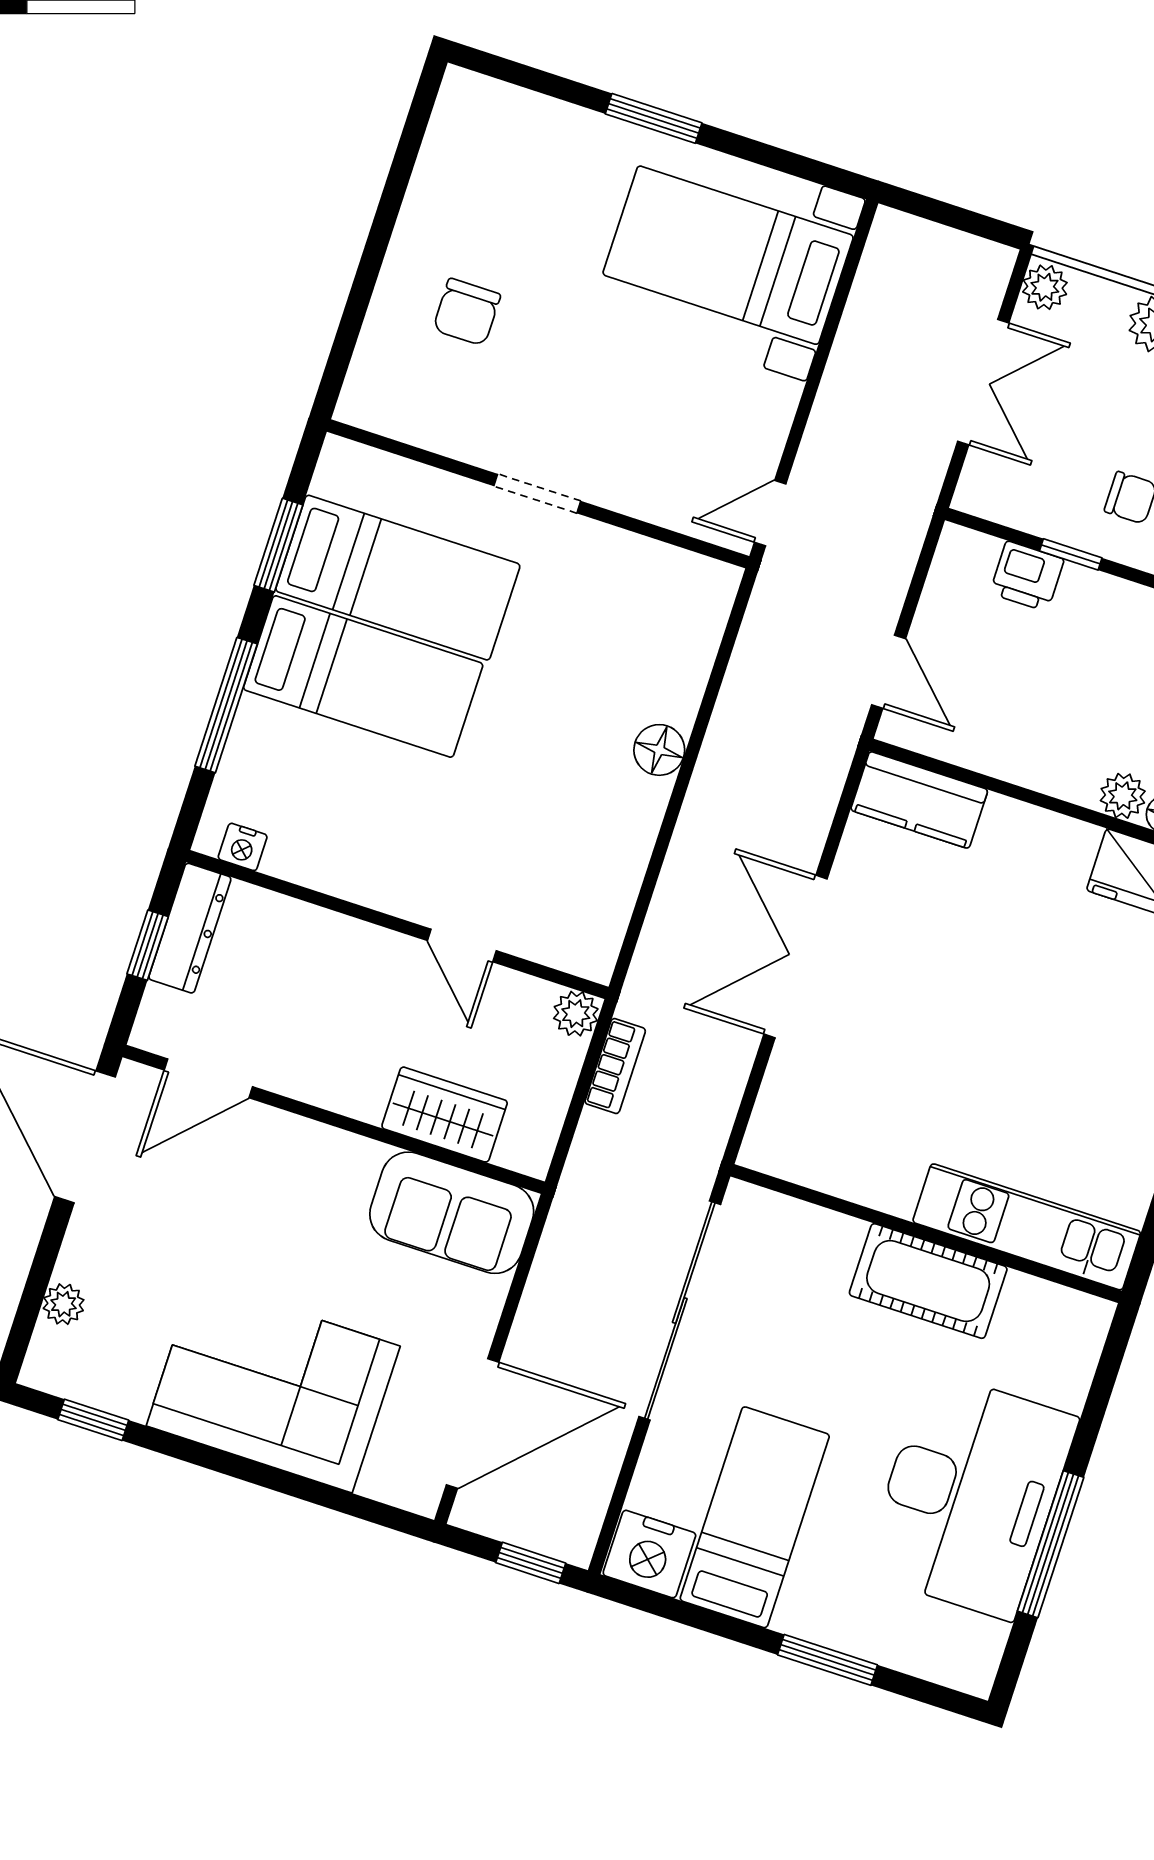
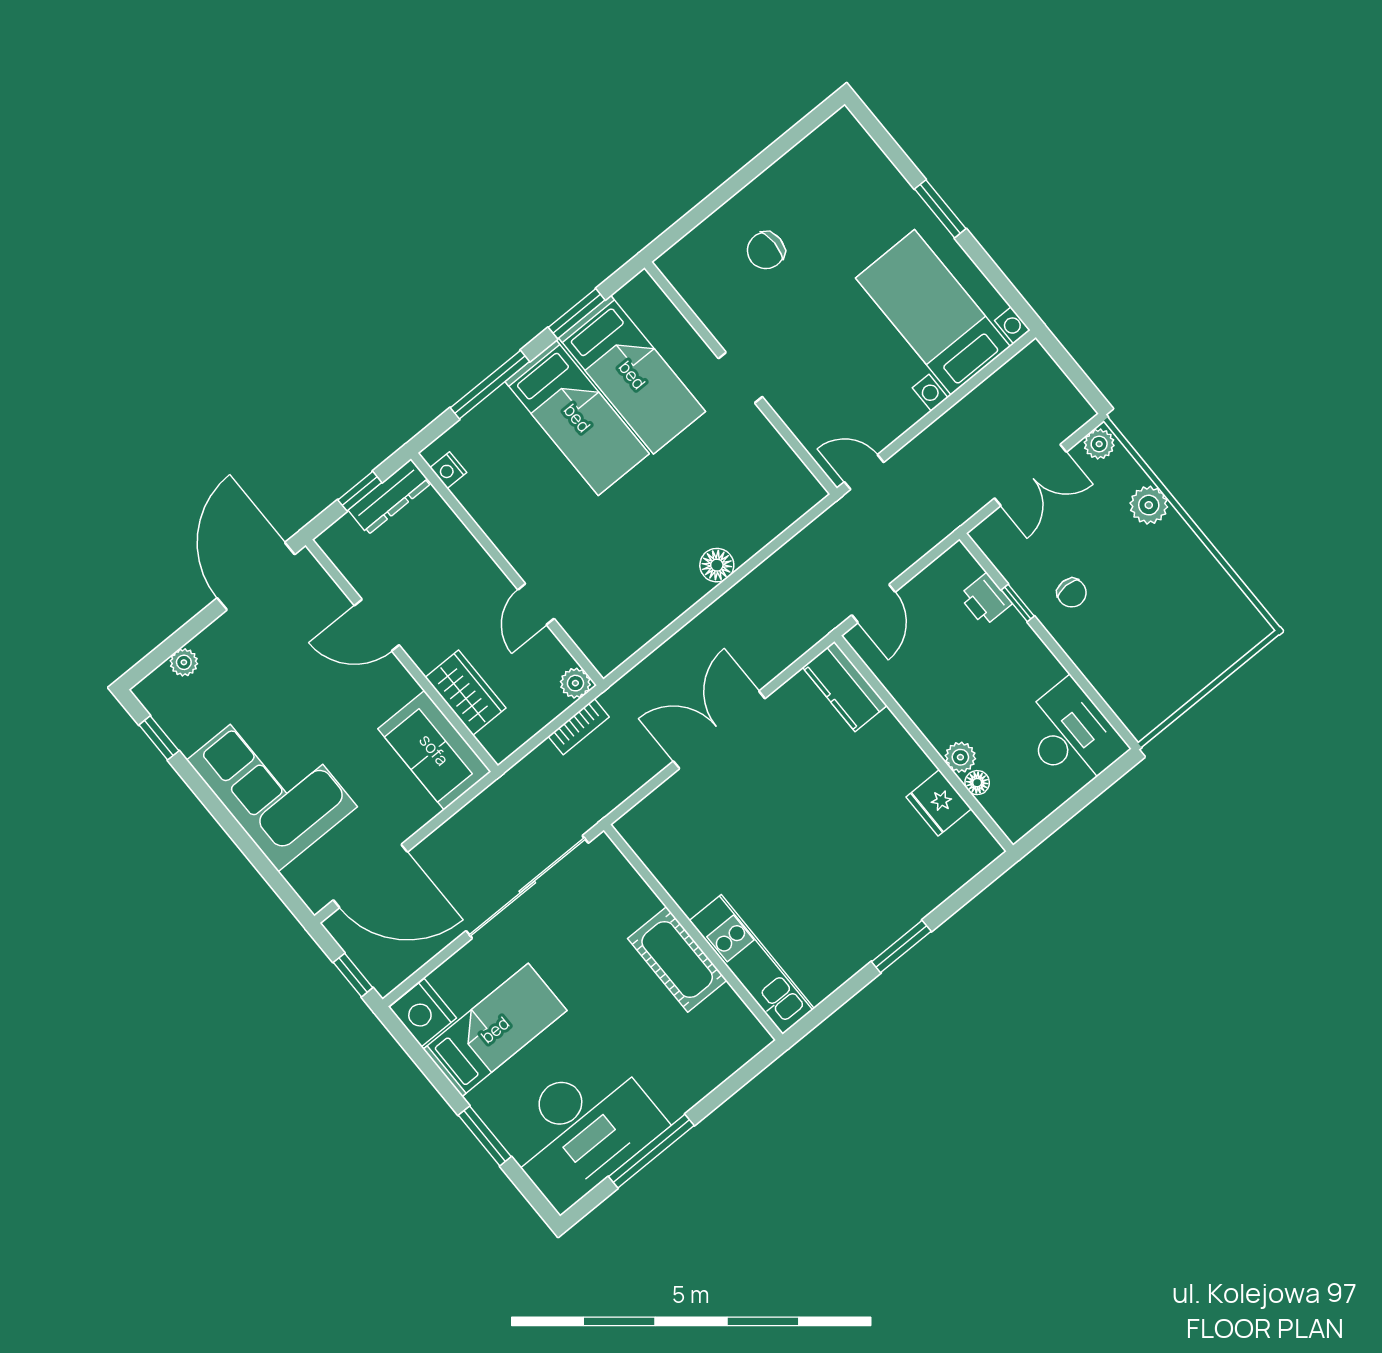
door: (208, 1078) -> (377, 625), moved
desk: (970, 1495) -> (582, 1129), moved

